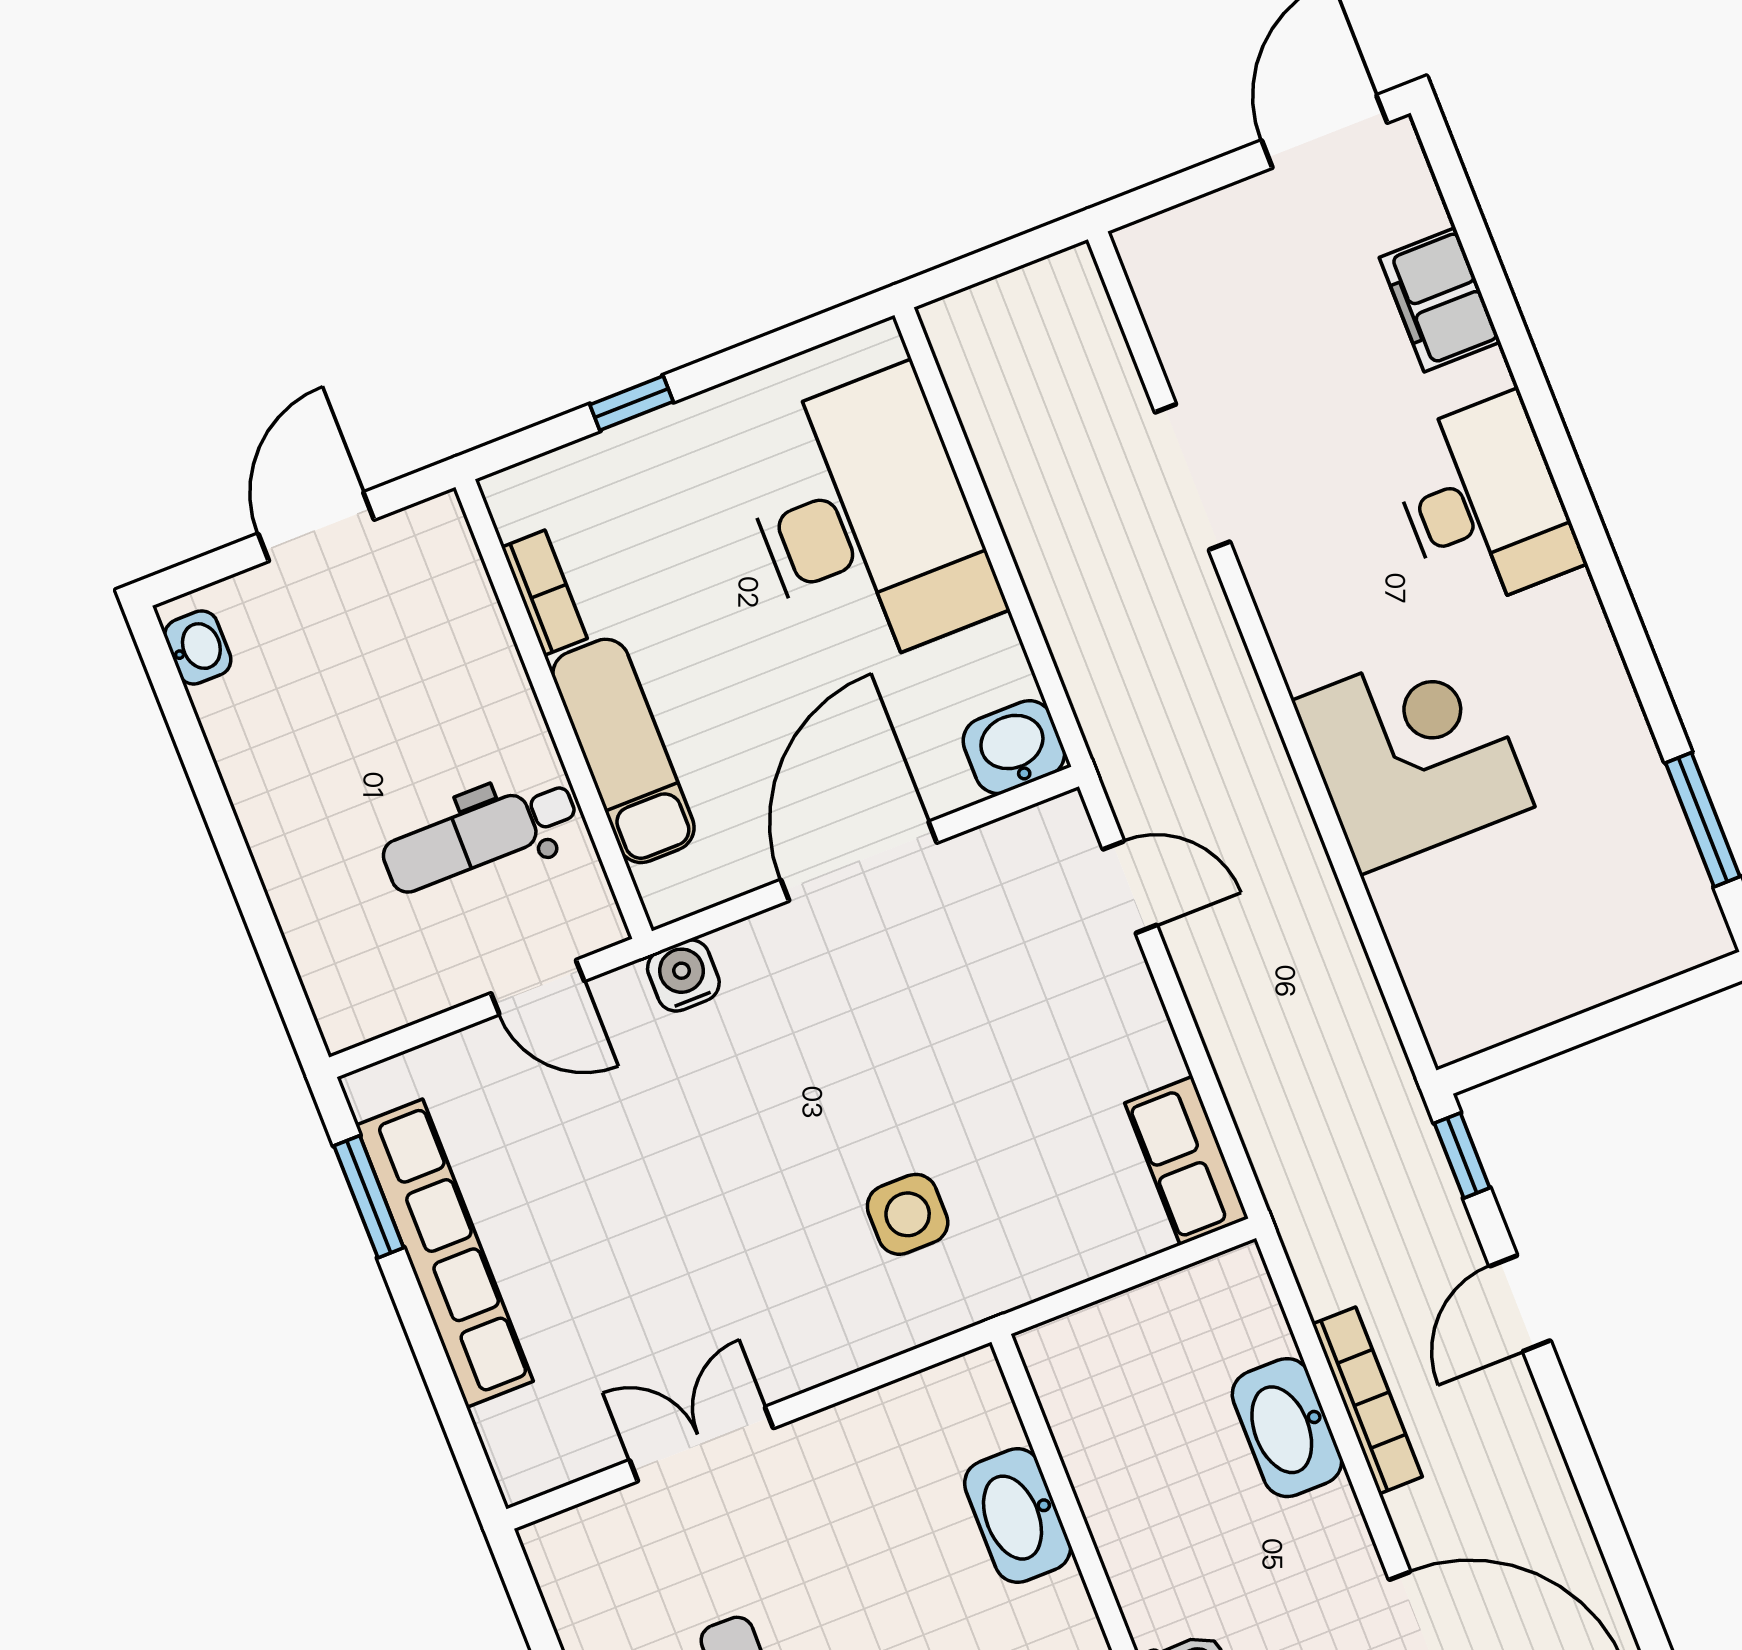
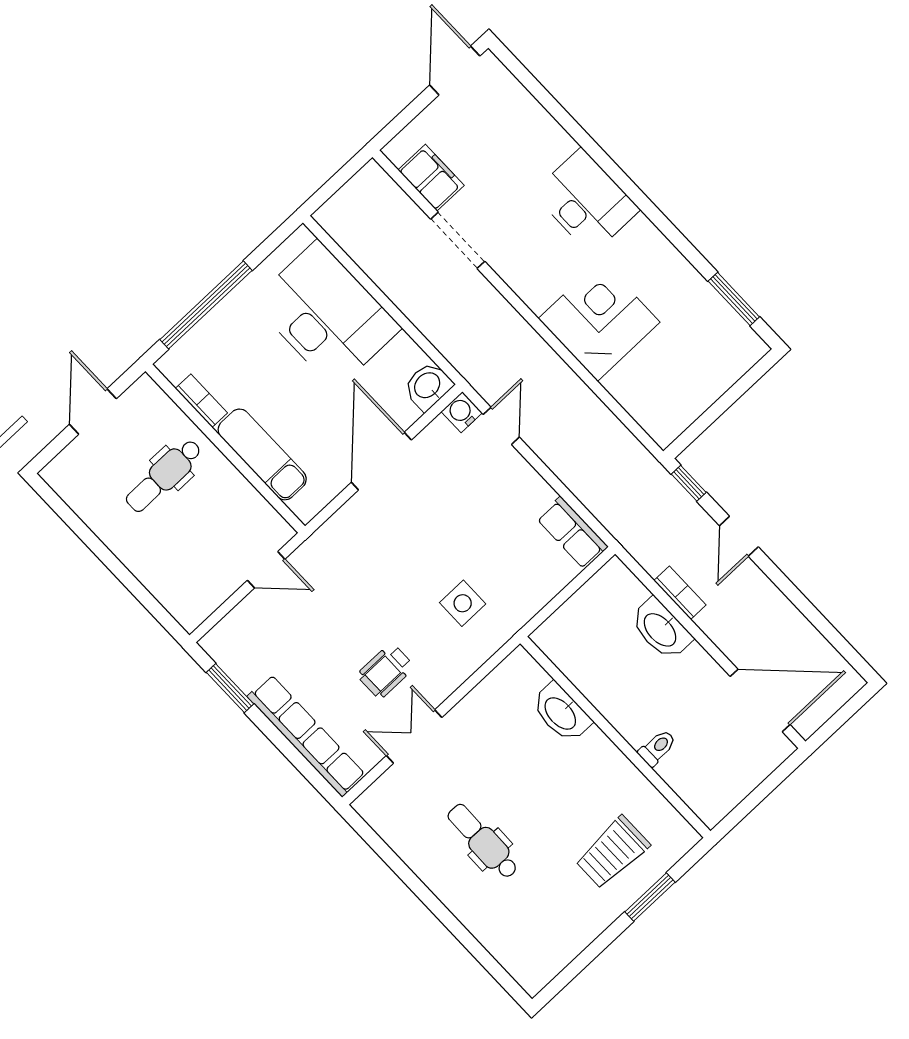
filing cabinet: (1440, 300) -> (431, 178), moved, turned 180
window: (631, 403) -> (206, 305), width x3.17
washbasin: (198, 647) -> (63, 483), removed
dental chair: (480, 836) -> (164, 476), moved
door: (1130, 887) -> (501, 426), hinge flipped
water cooler: (683, 975) -> (462, 412), moved
row of seats: (445, 1253) -> (306, 736), moved
wheelchair: (697, 1289) -> (386, 671), added
bookcase: (1367, 1400) -> (680, 593), width x0.64

